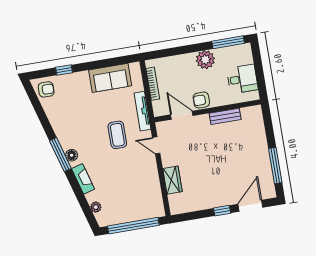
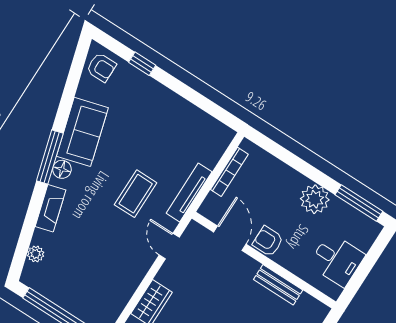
sofa: (110, 78) -> (82, 132), moved, turned -106

